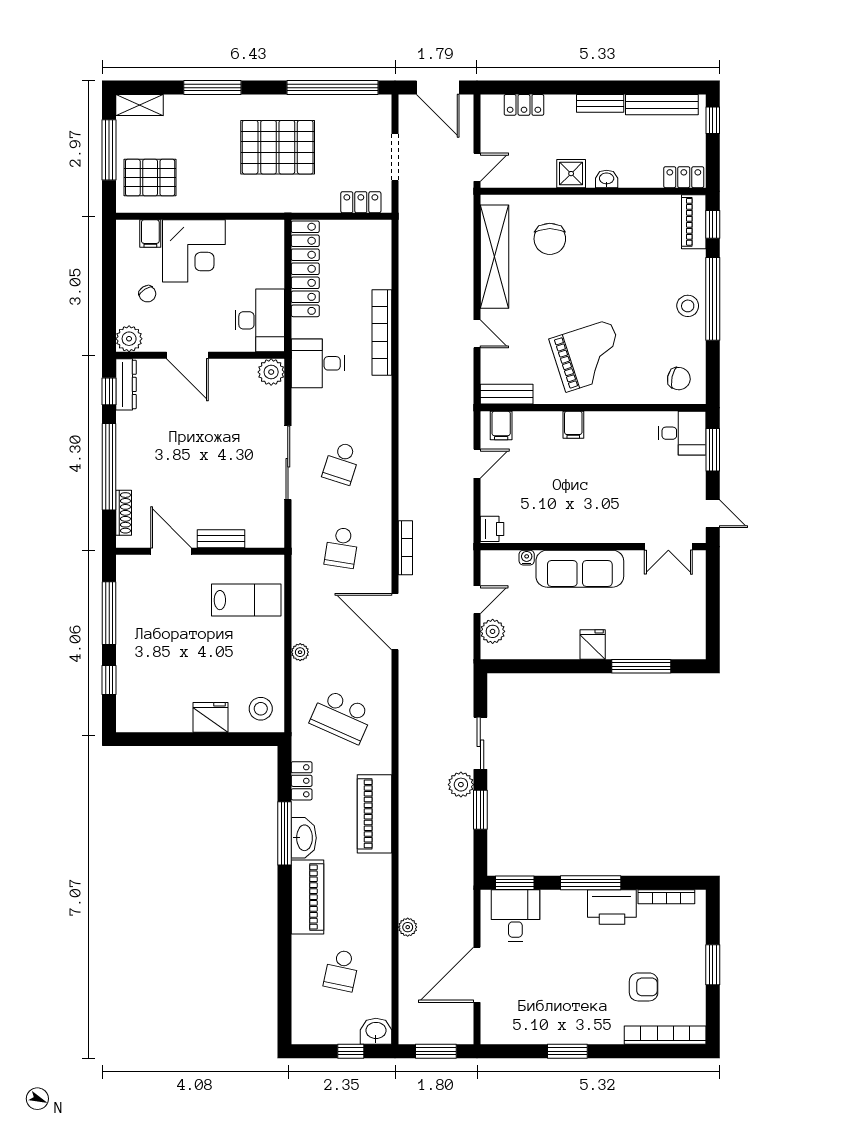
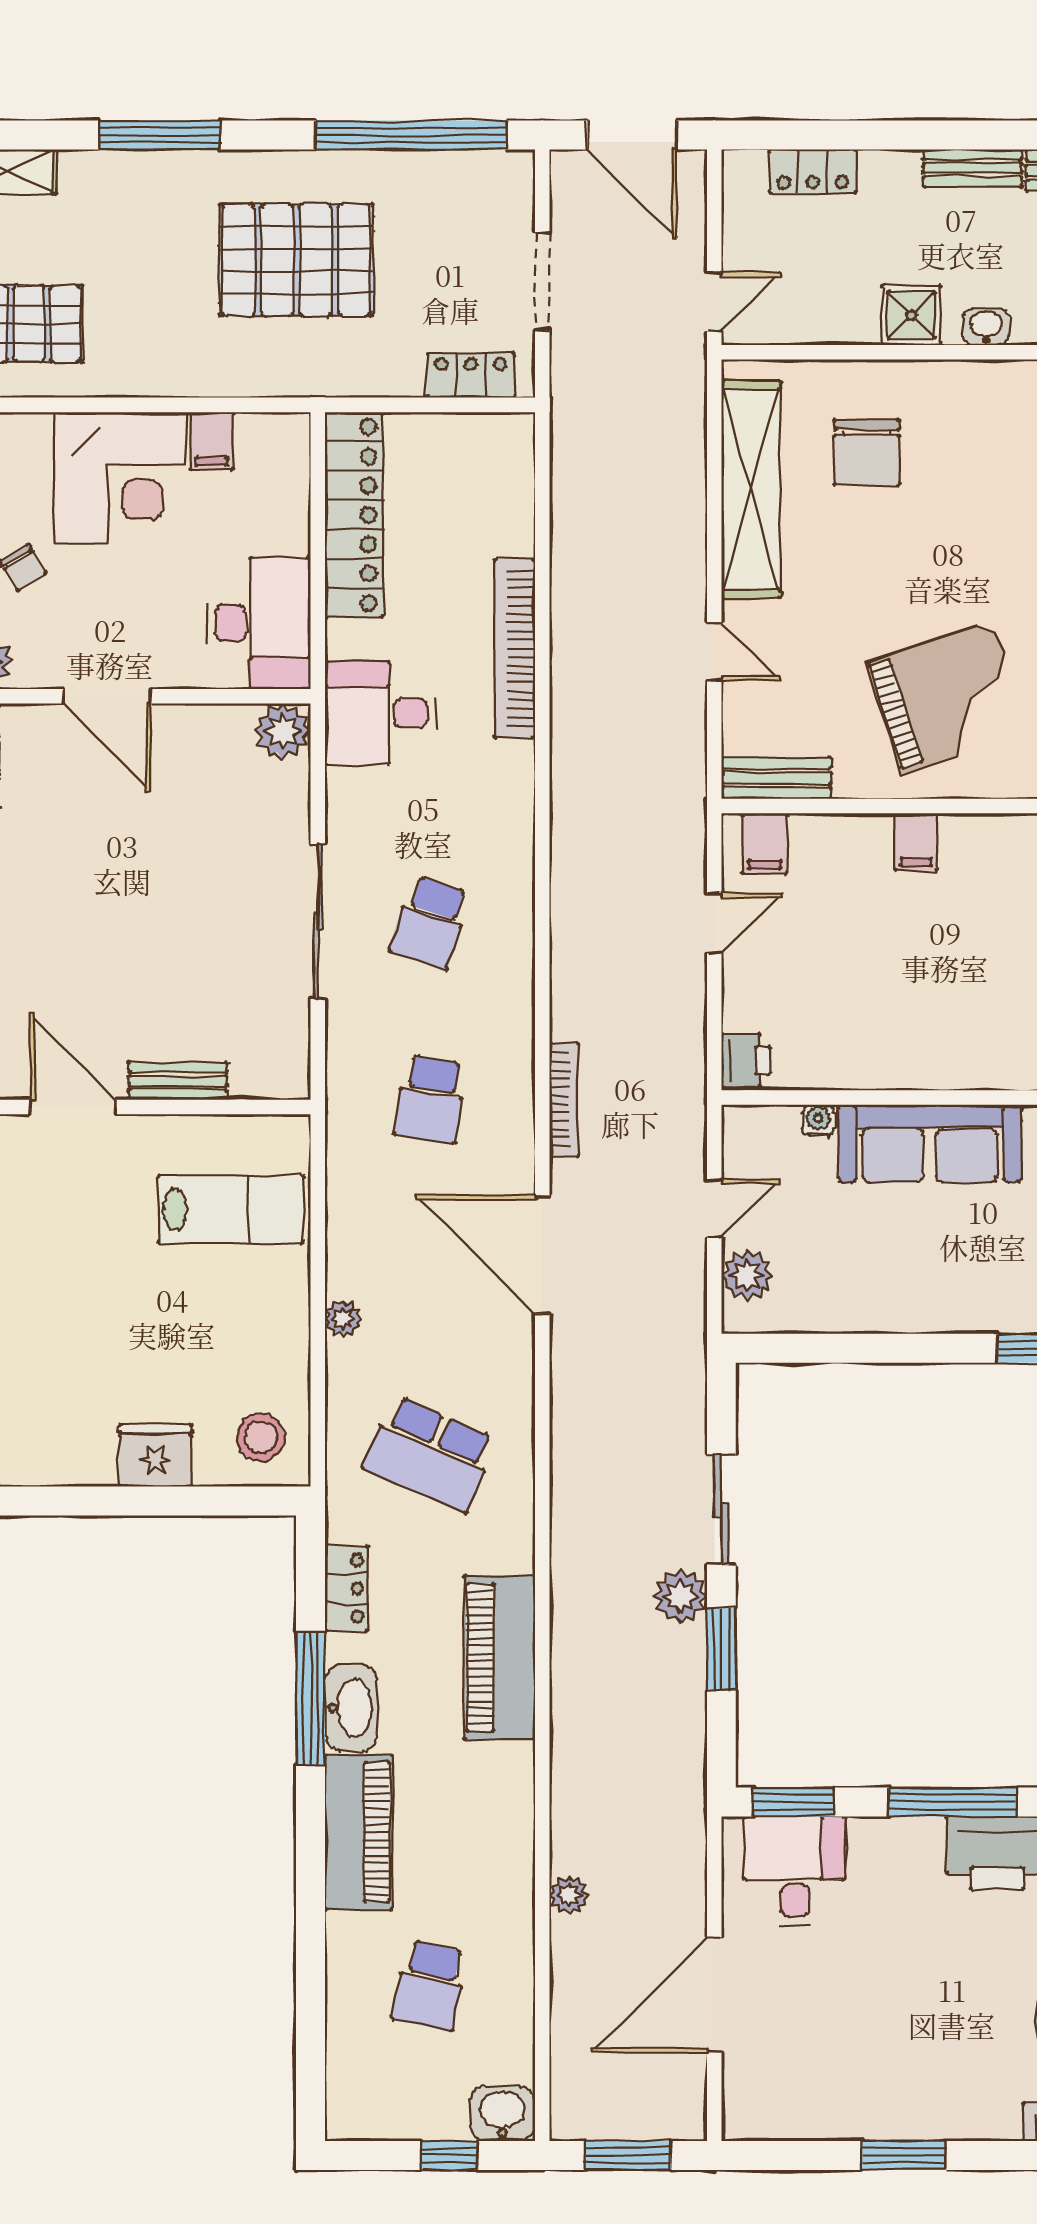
filing cabinet: (150, 234) -> (212, 441), moved
fridge: (593, 644) -> (956, 1303), removed

